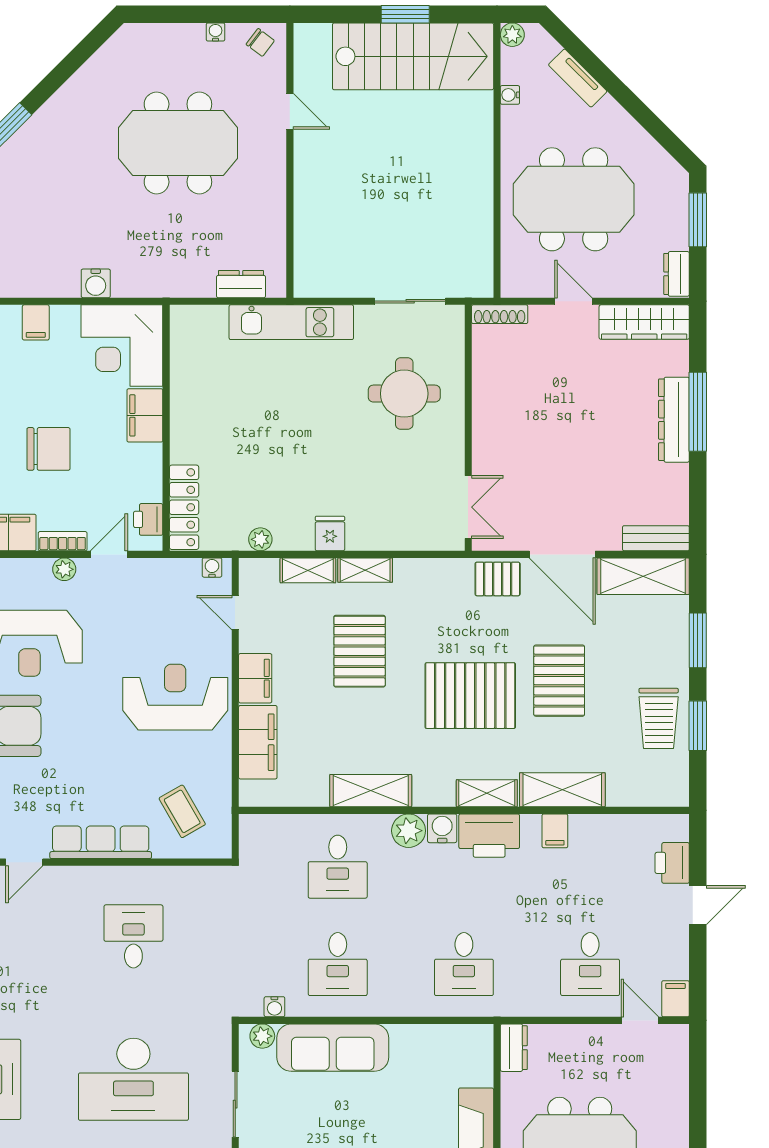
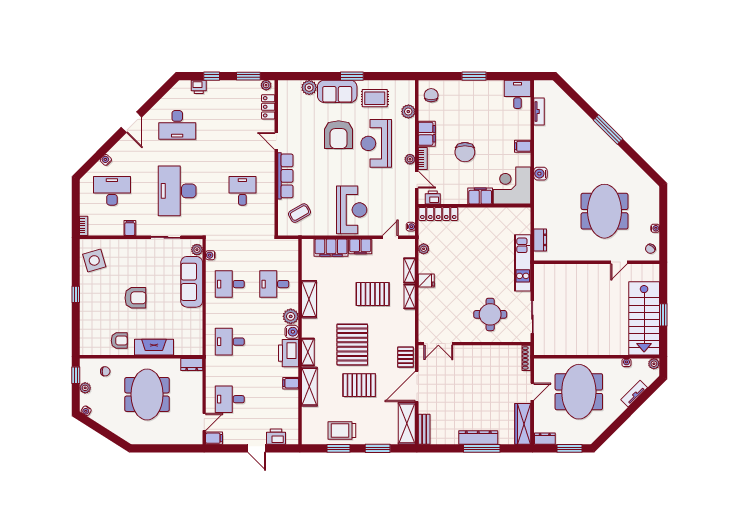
desk: (133, 936) -> (242, 191), turned -90

